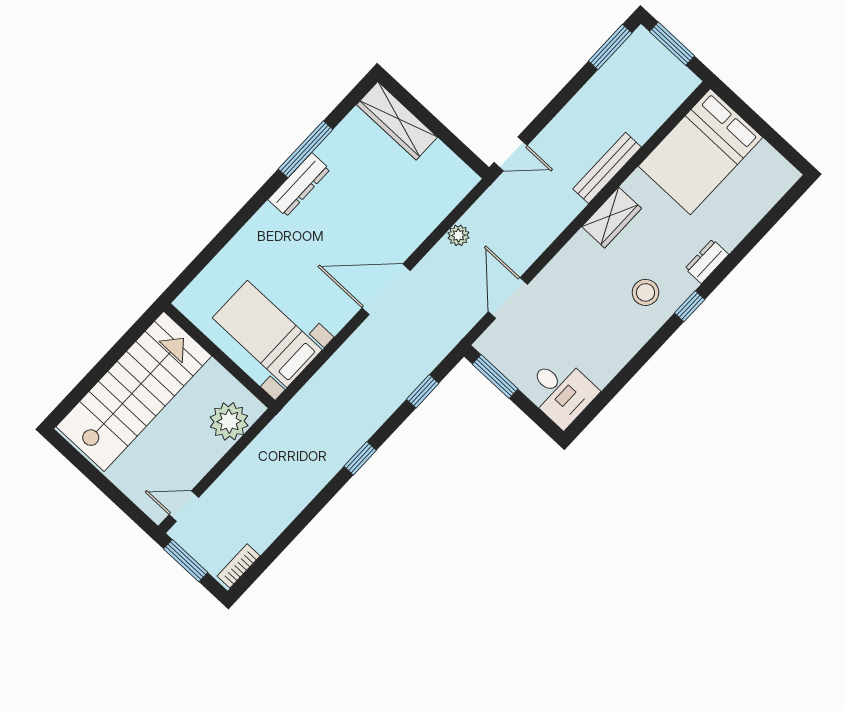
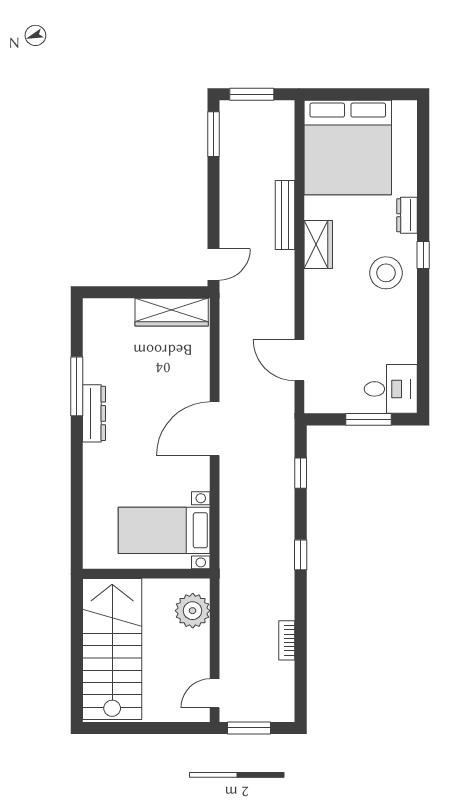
wardrobe: (397, 121) -> (172, 312), moved
bed: (700, 152) -> (348, 148), width x1.36
plant: (458, 235) -> (229, 350), removed
stool: (646, 292) -> (386, 273), width x1.38, depth x1.38
window: (495, 376) -> (369, 419), moved
bookcase: (239, 566) -> (287, 640), moved

